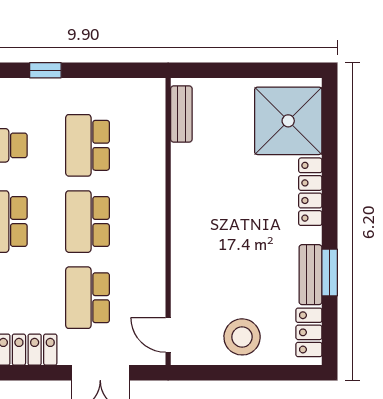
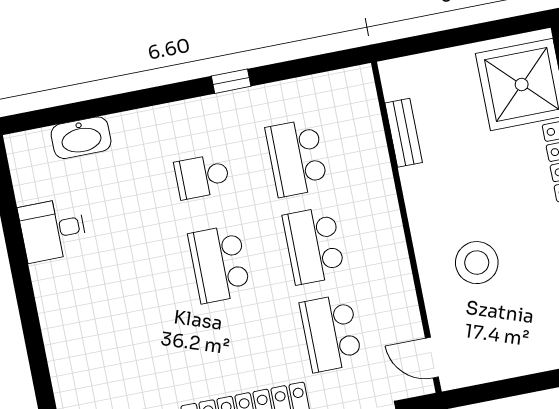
bench: (181, 114) -> (404, 133), moved
stool: (242, 337) -> (477, 263), moved

